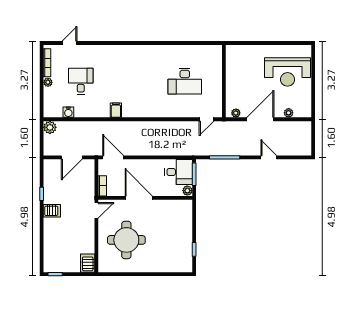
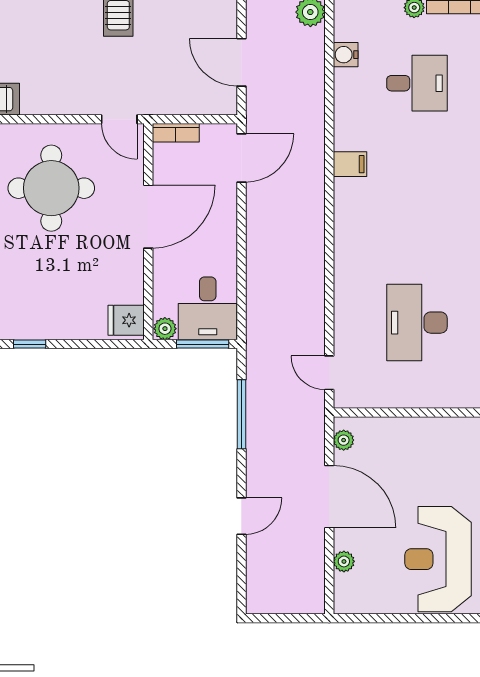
fridge: (184, 207) -> (126, 320), added

